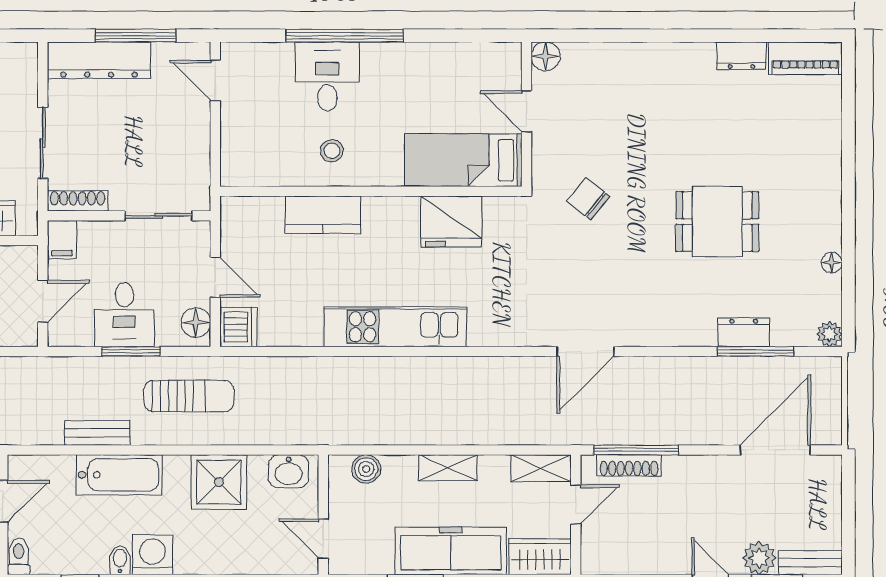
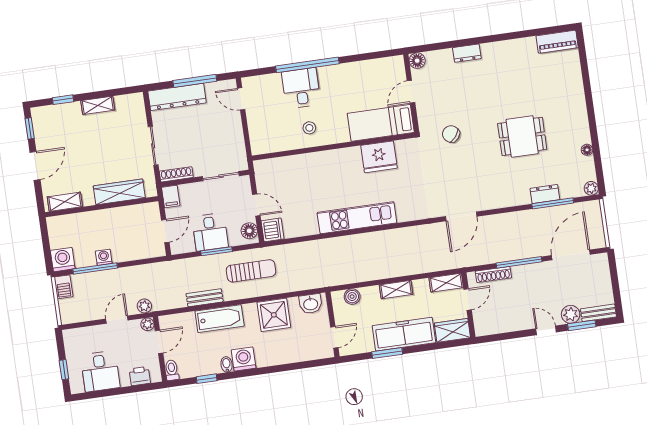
dresser: (741, 56) -> (467, 53), moved
door: (526, 111) -> (411, 92), hinge flipped
kitchen counter: (323, 215) -> (309, 163), removed
window: (636, 450) -> (519, 262), moved
door: (323, 539) -> (334, 337), swing flipped

